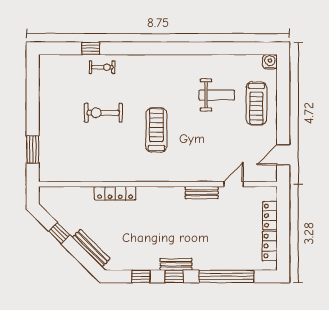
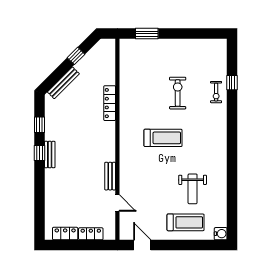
treadmill: (256, 103) -> (186, 222), turned 180
window: (226, 276) -> (40, 197), removed

